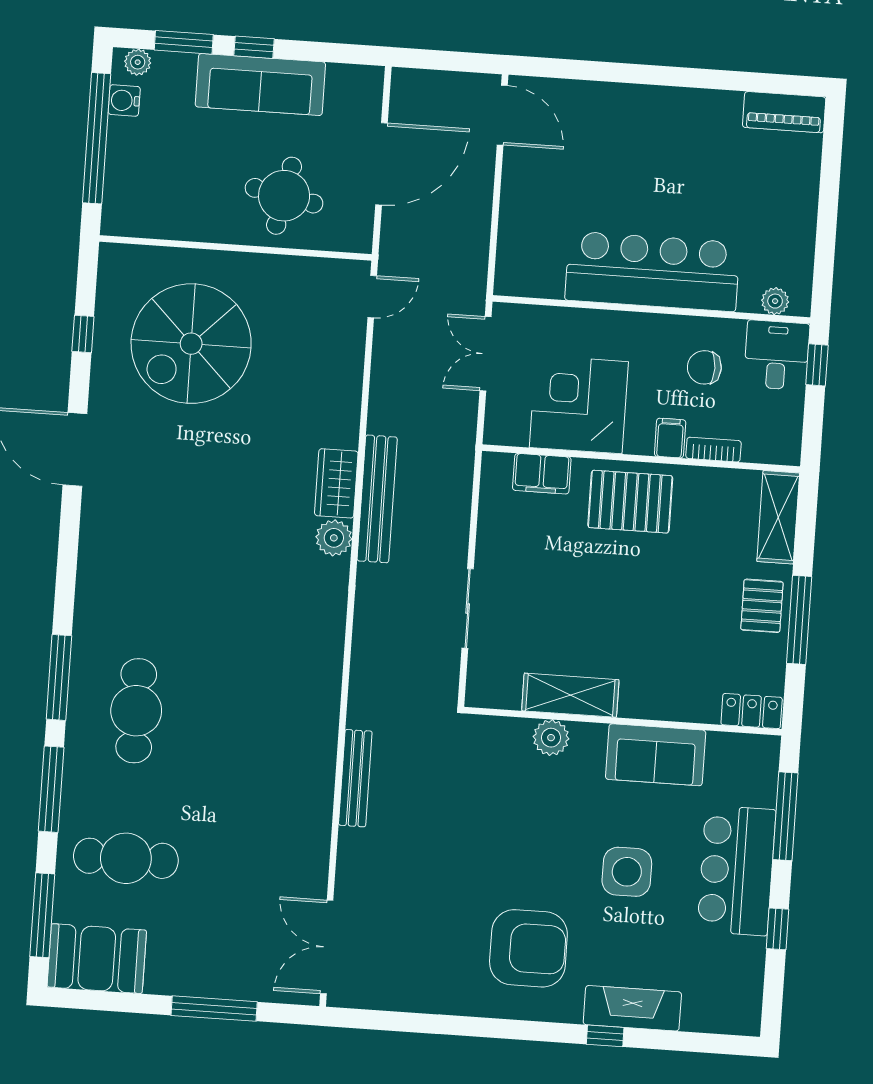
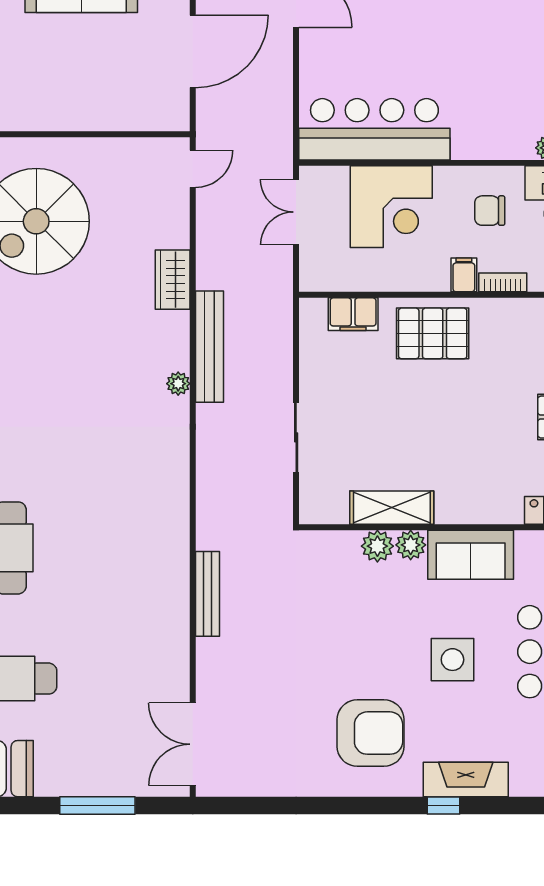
round table: (284, 196) -> (109, 85), removed
bar counter: (652, 271) -> (374, 129), moved
corner desk: (579, 405) -> (391, 207), moved, turned 180
wardrobe: (336, 483) -> (173, 280), moved
plant: (334, 538) -> (178, 384), width x0.73, depth x0.73
plant: (589, 739) -> (411, 545), added

